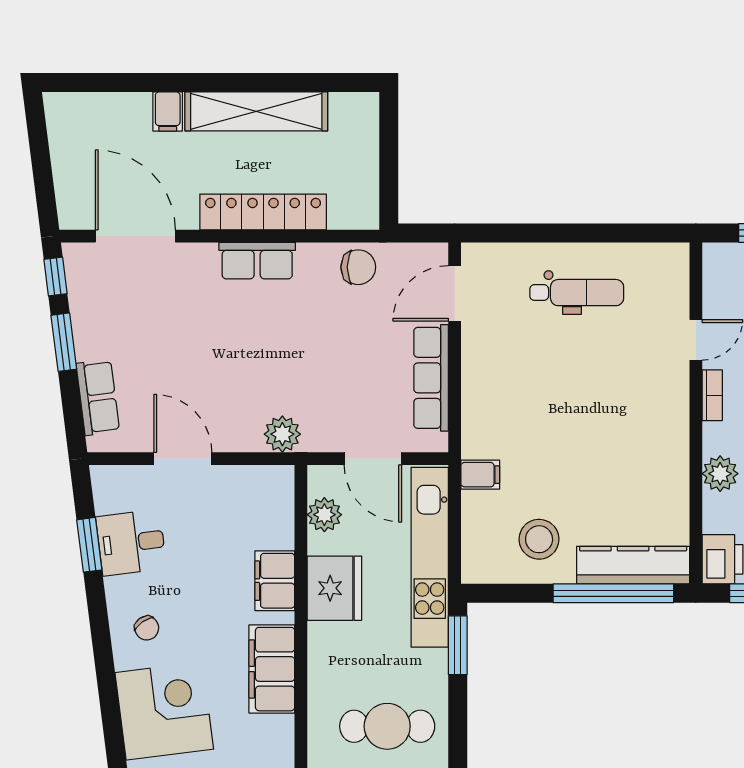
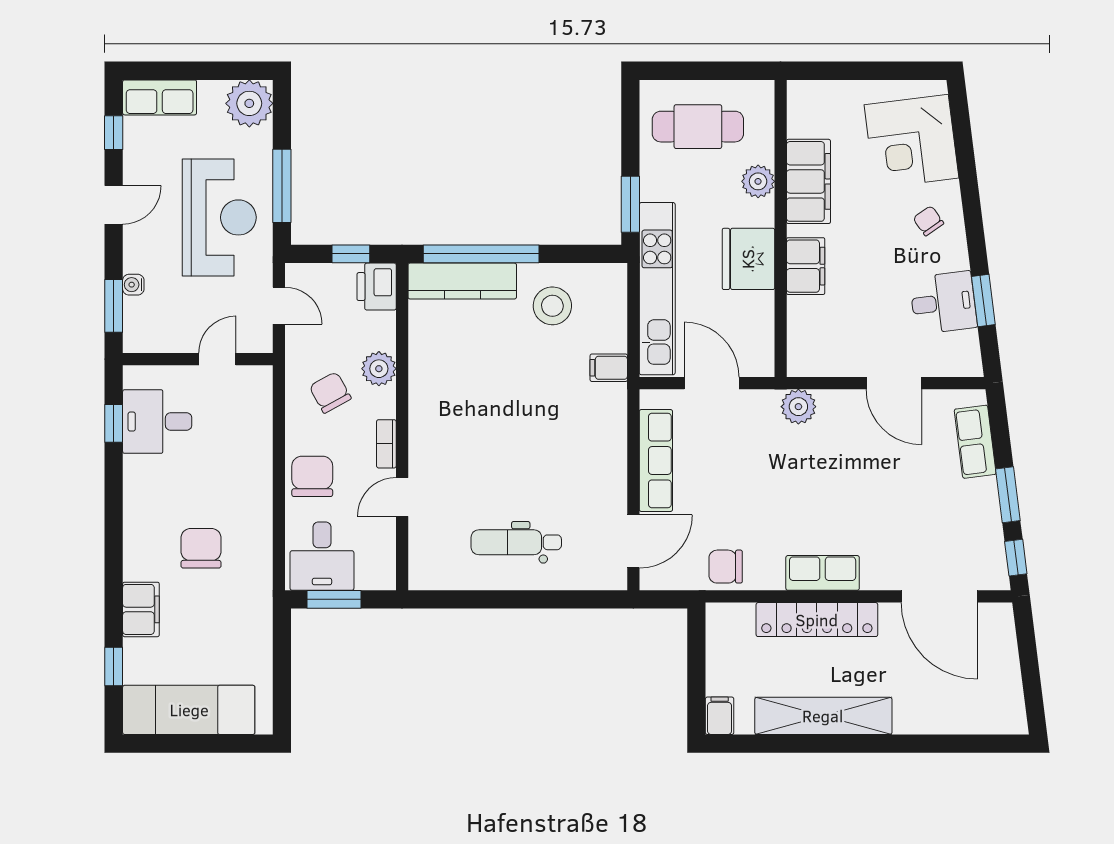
filing cabinet: (168, 112) -> (720, 716), moved
plant: (324, 515) -> (758, 181), moved

